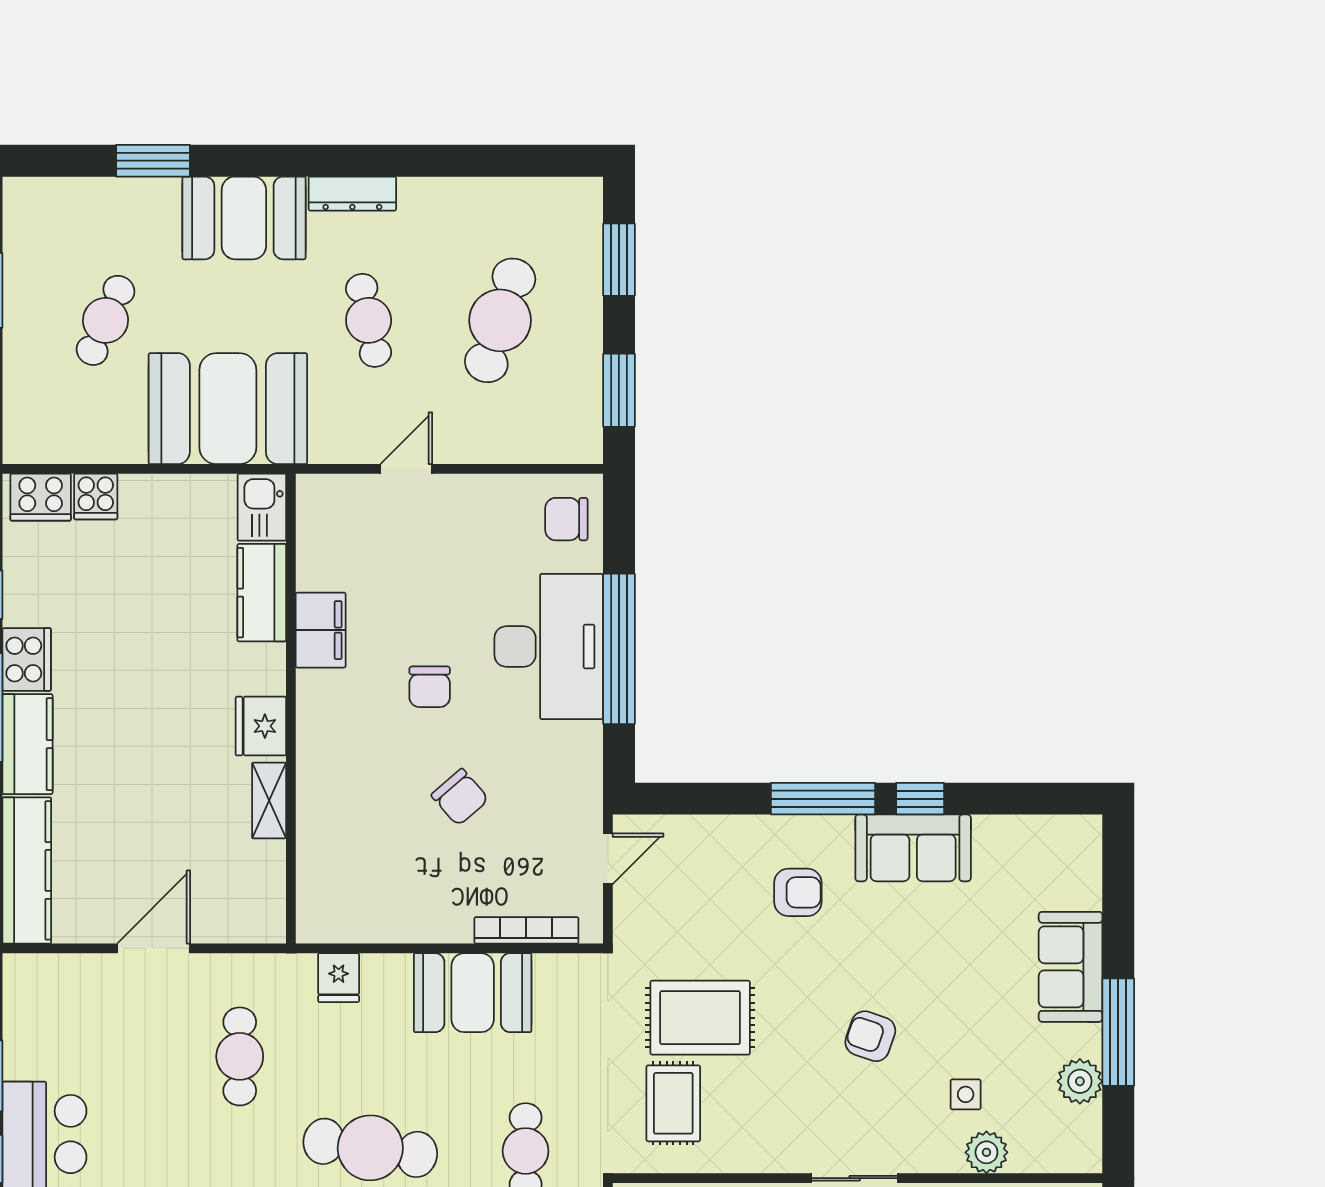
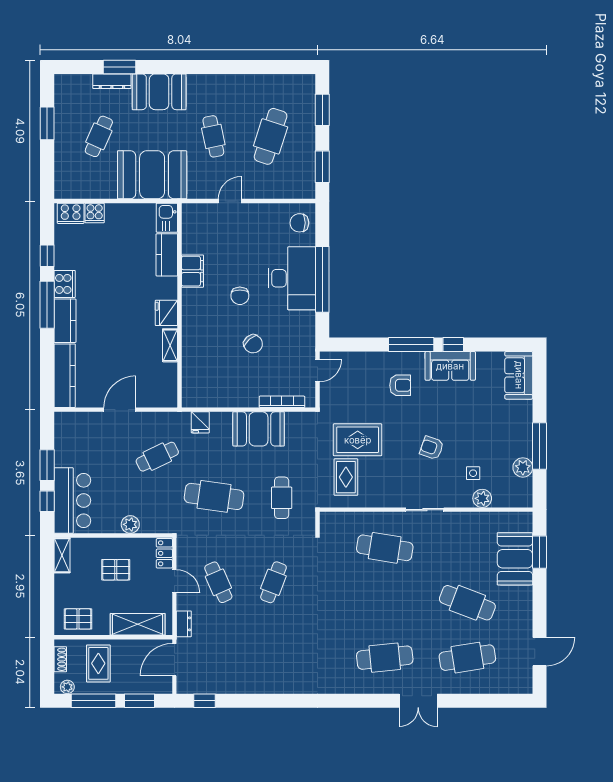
dresser: (352, 194) -> (112, 81), moved
sofa: (1071, 967) -> (519, 375), moved
cafe table: (240, 1056) -> (157, 457), turned 64

